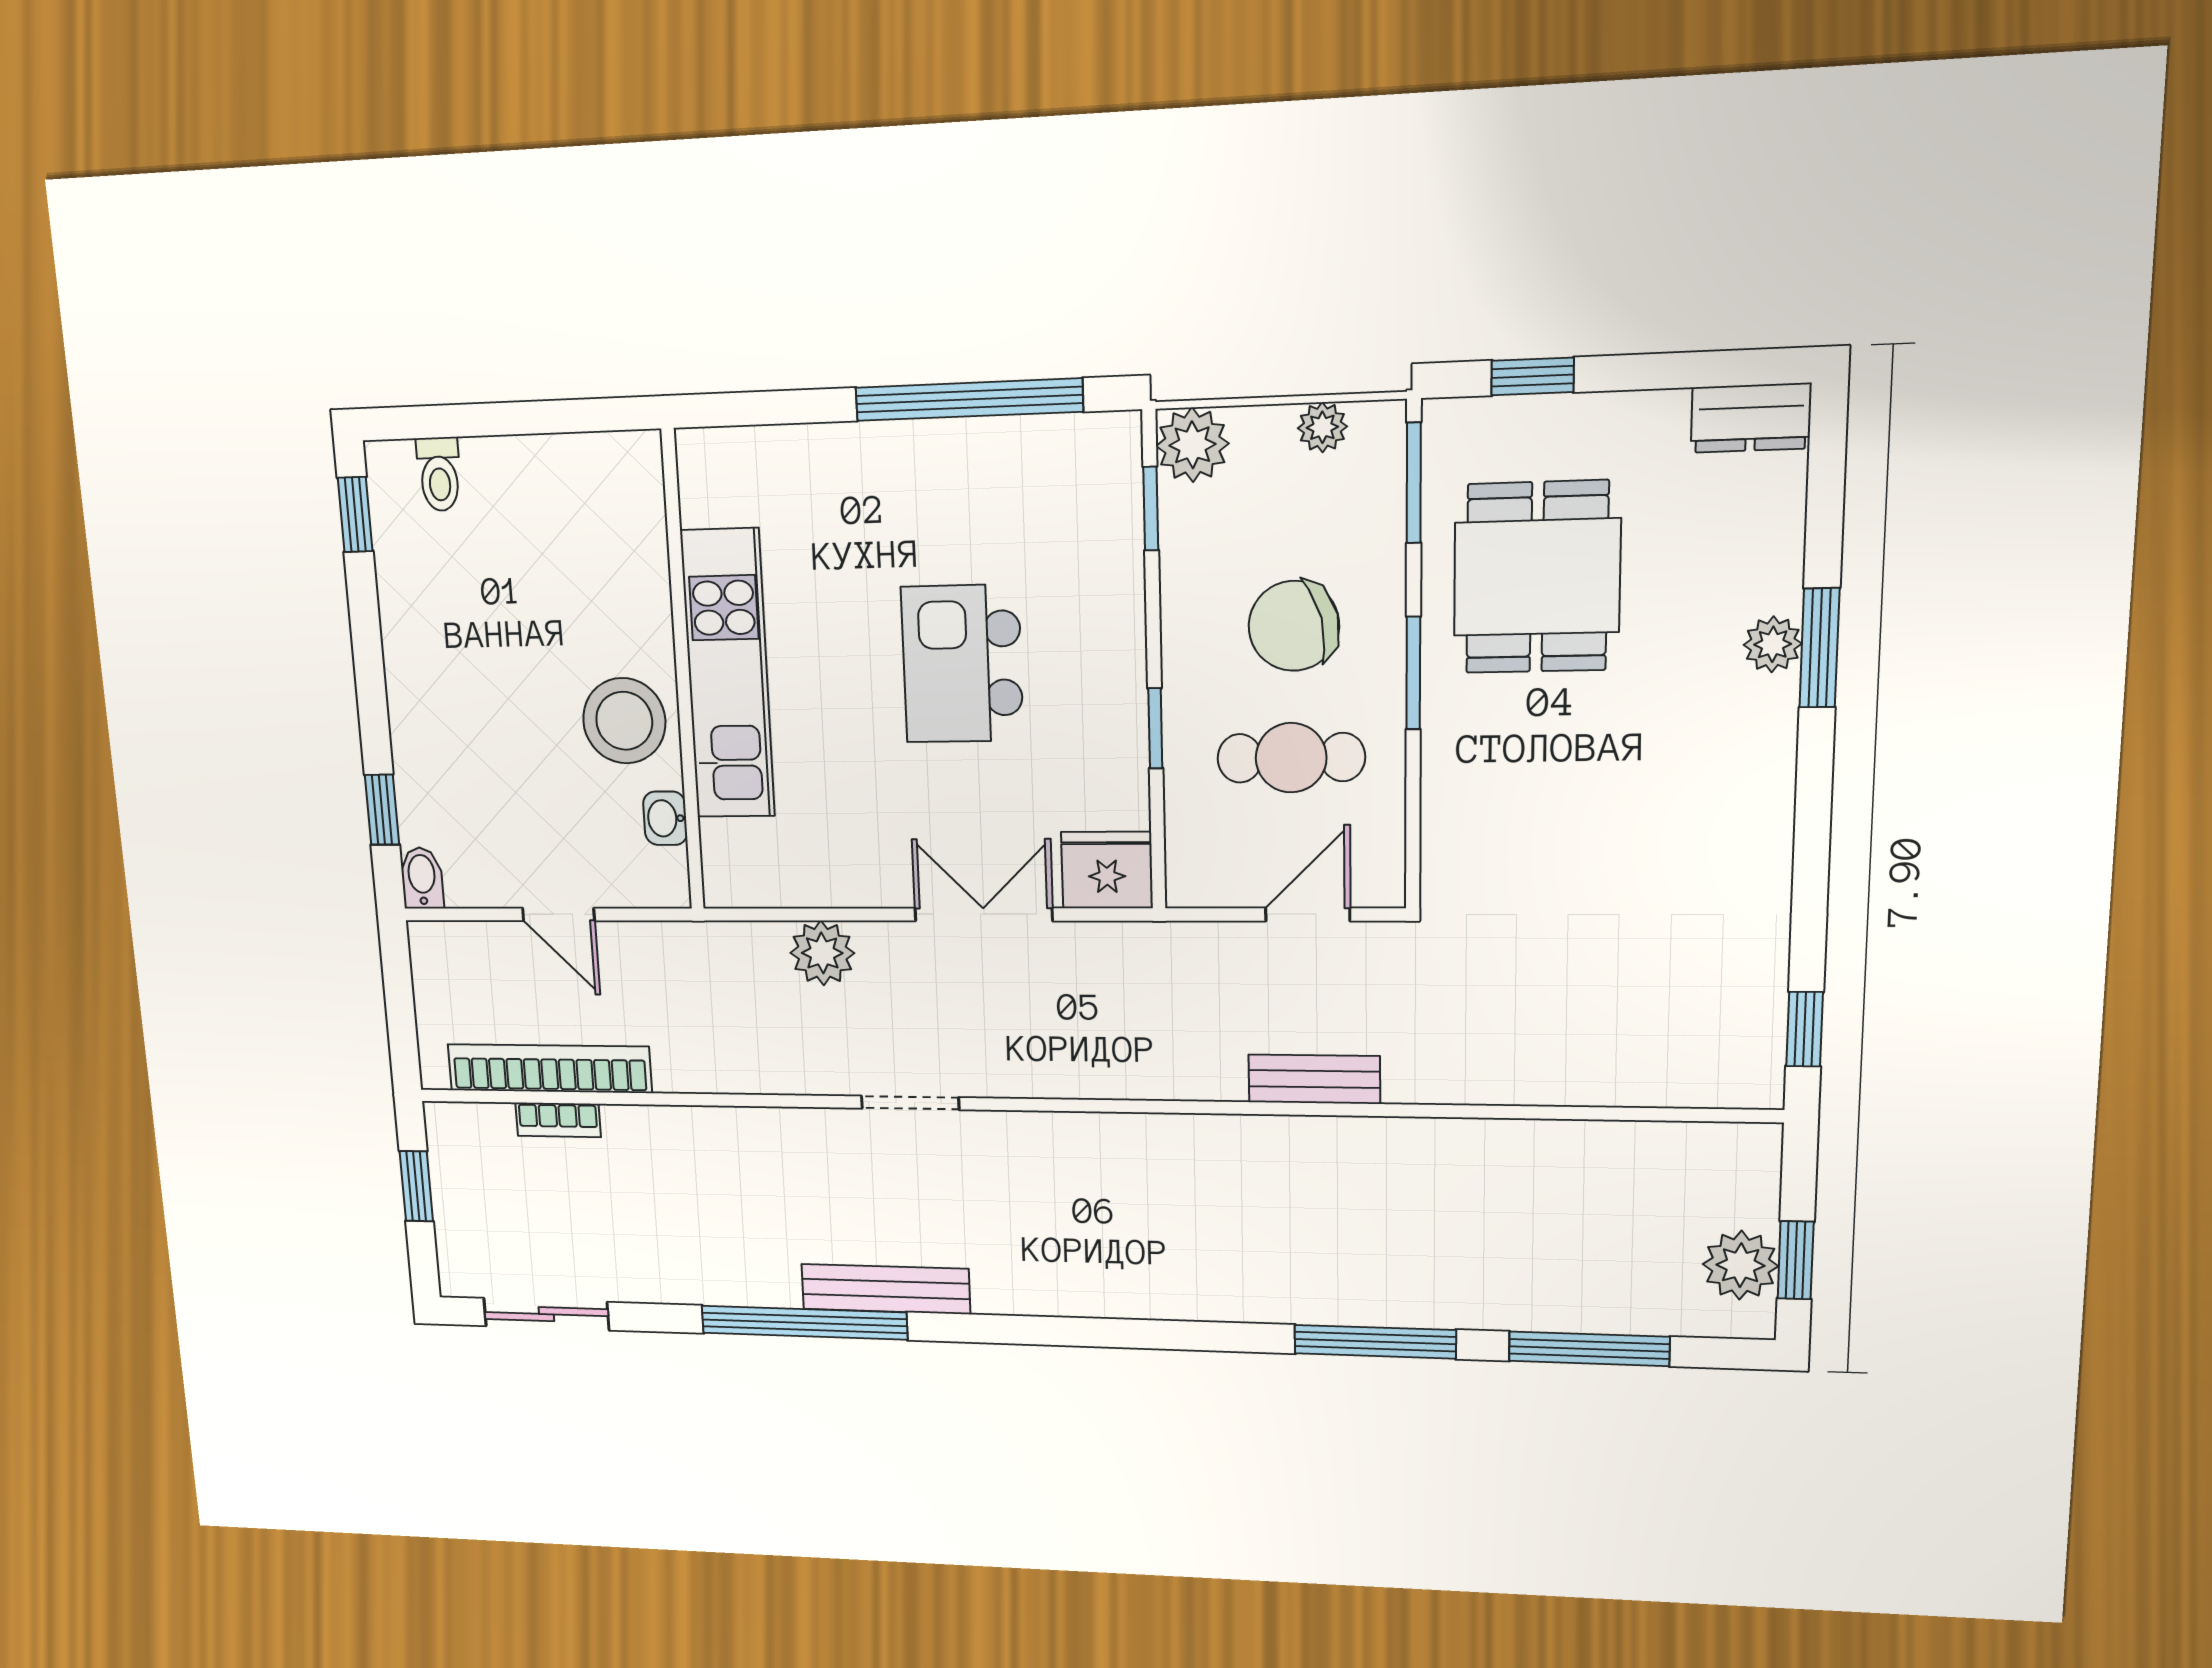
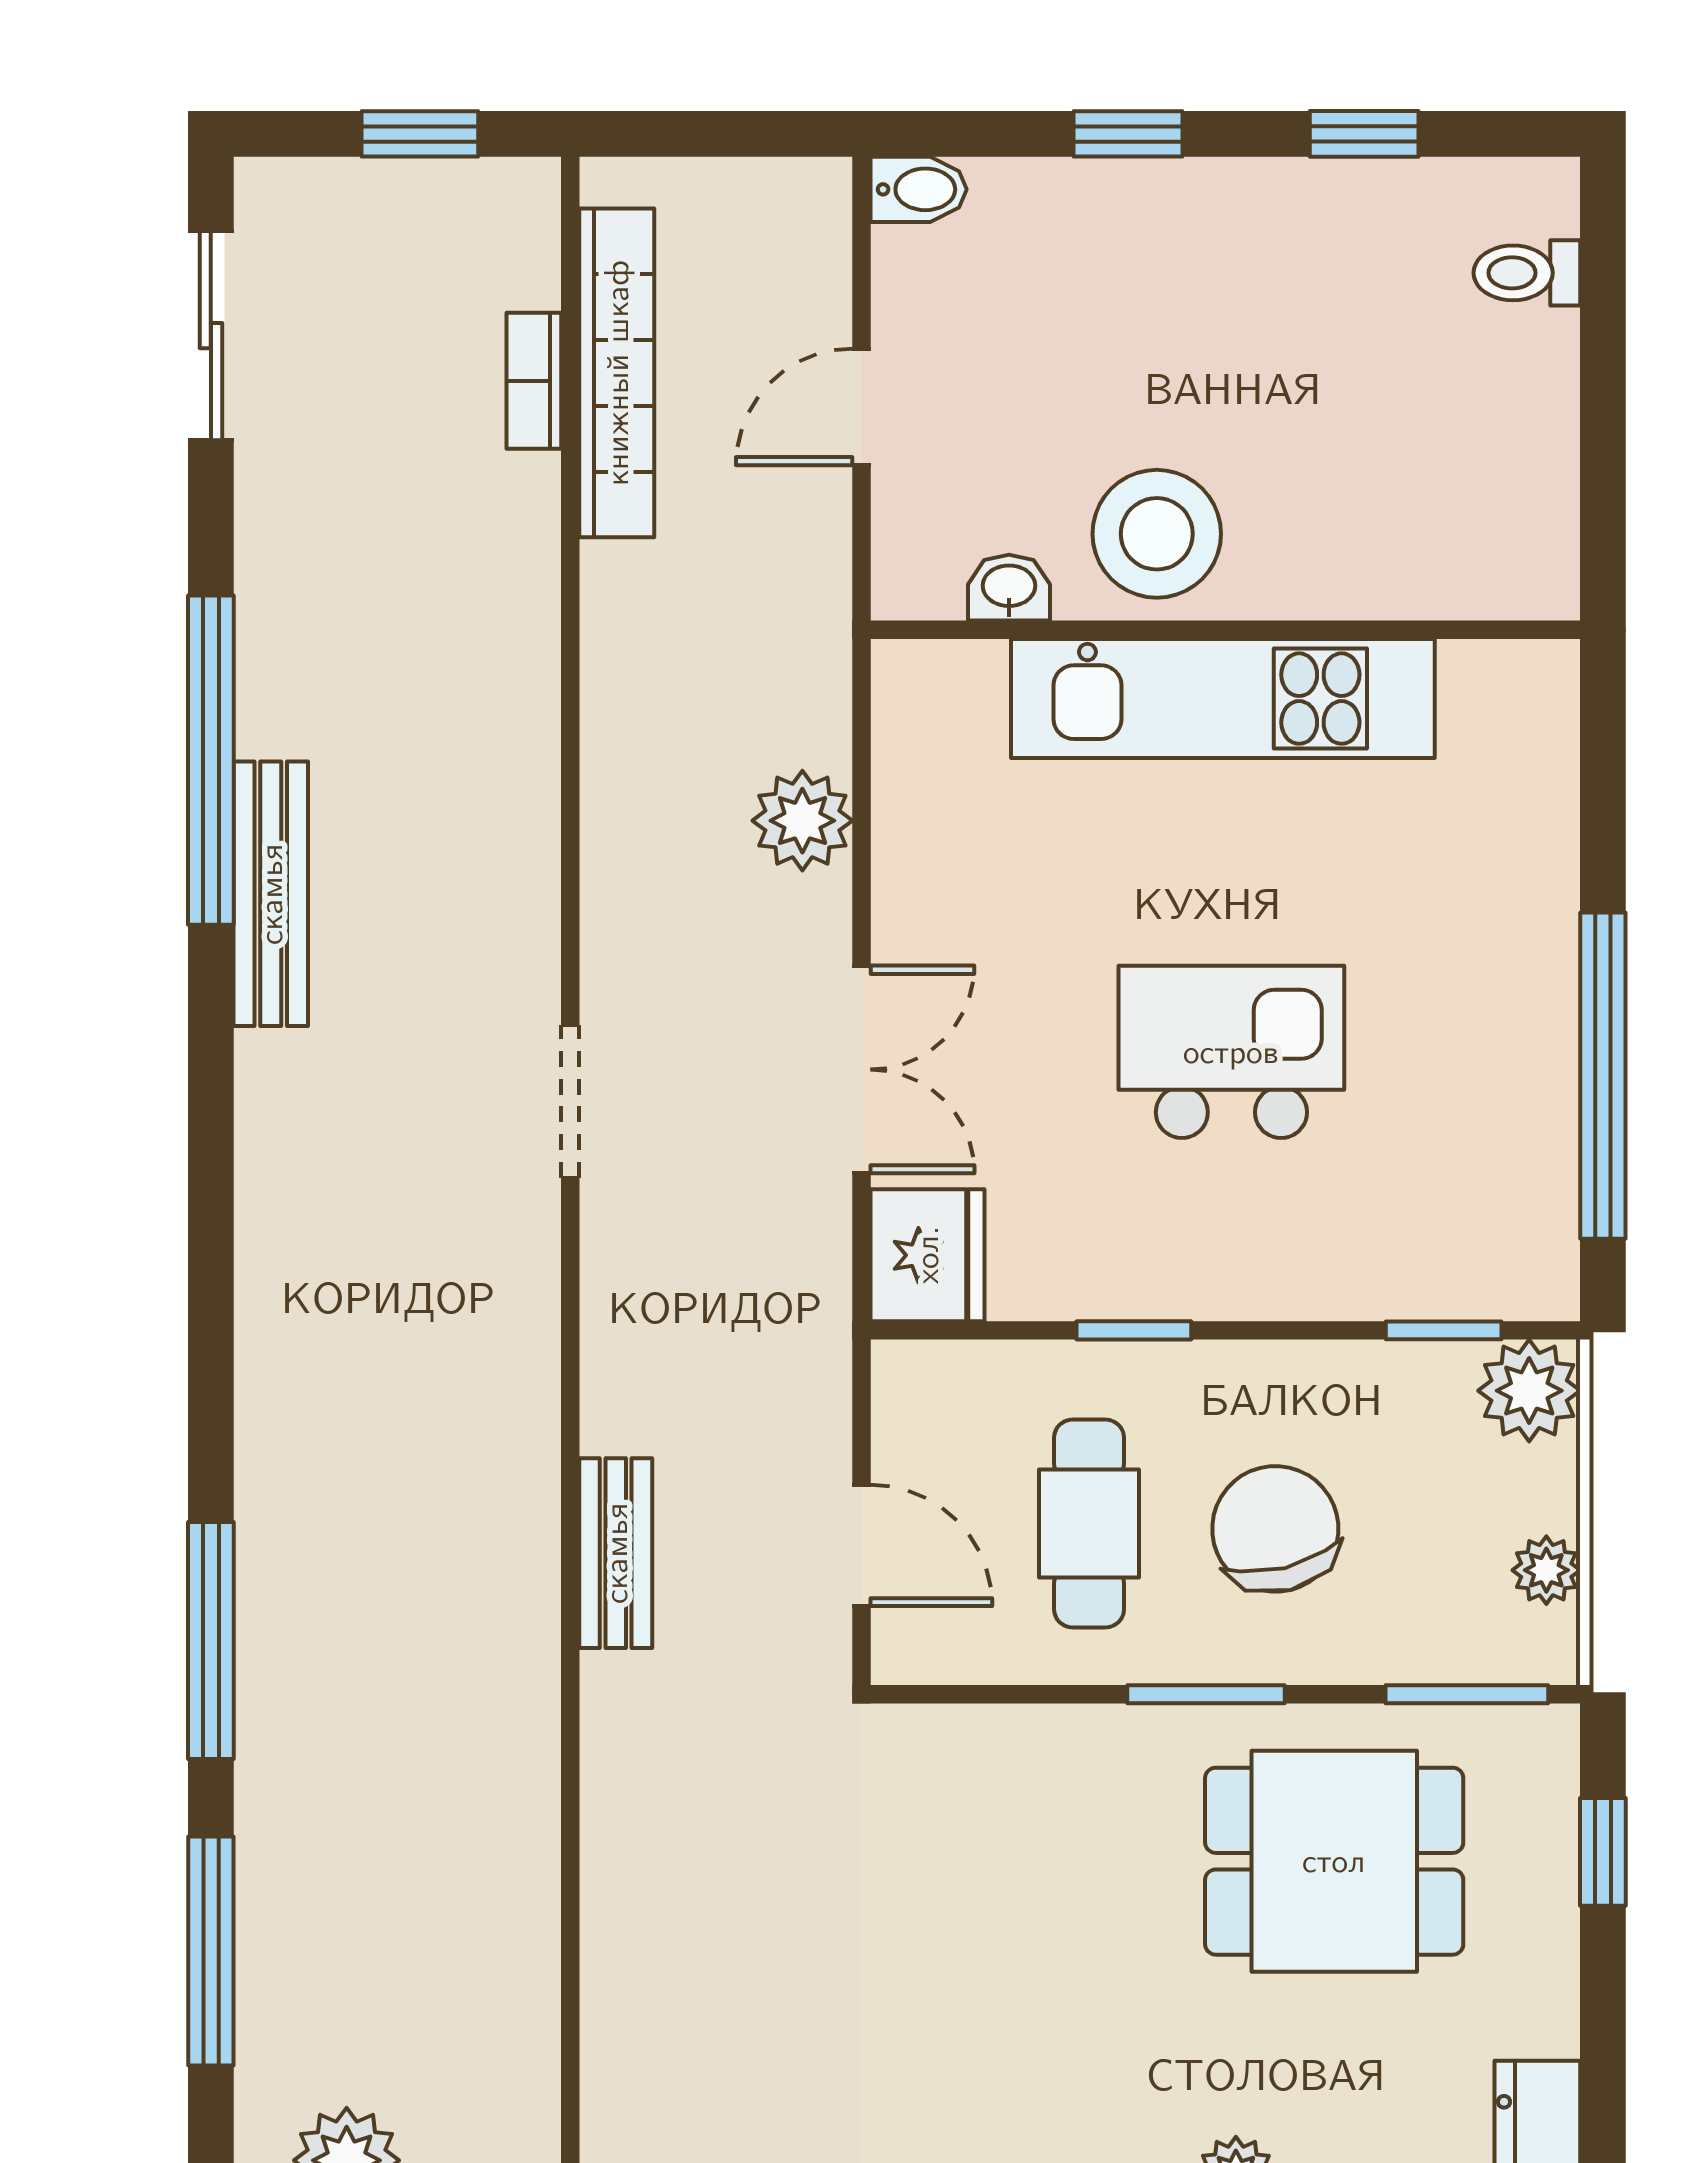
window: (355, 514) -> (1364, 134), moved
window: (382, 810) -> (1128, 134), moved
doorway: (910, 1103) -> (570, 1101), moved

